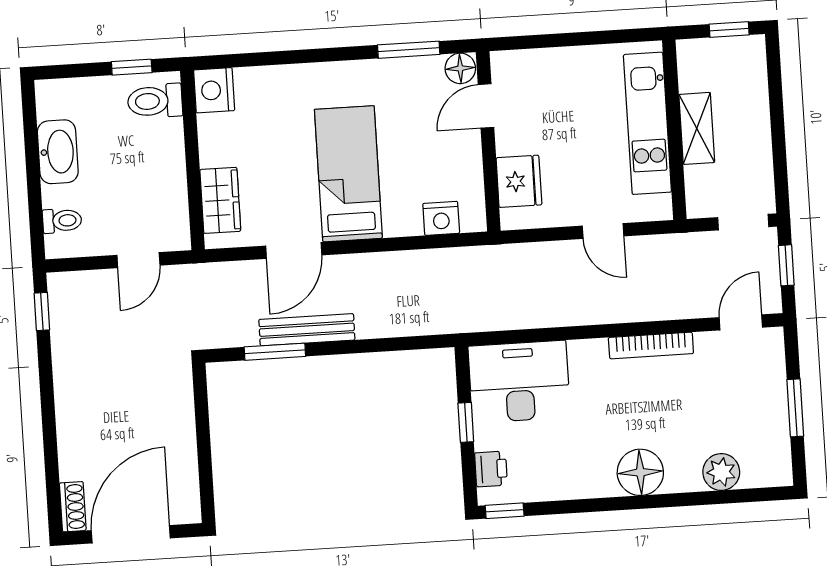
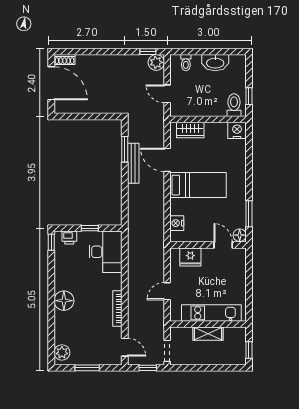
plant: (66, 290) -> (156, 62), added
plant: (721, 472) -> (62, 352), moved

